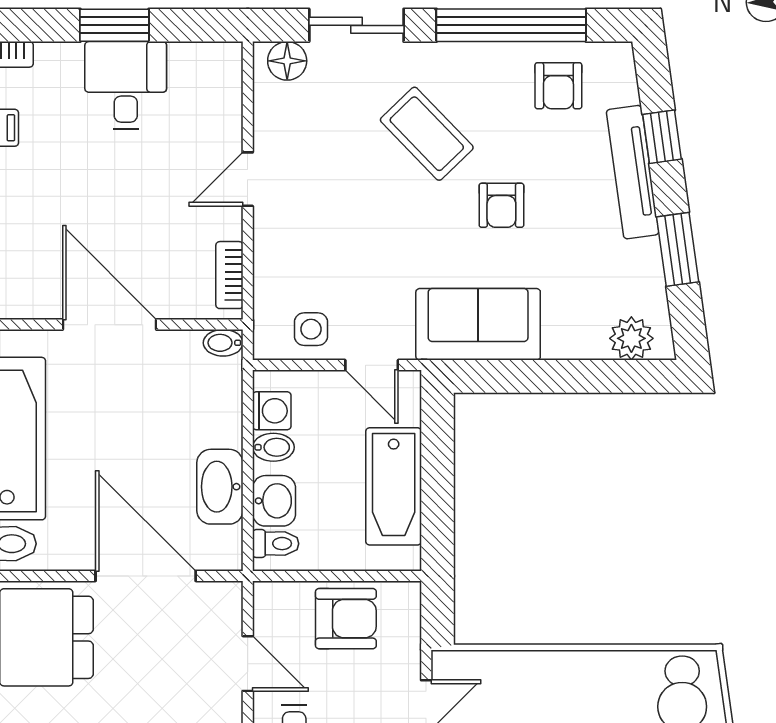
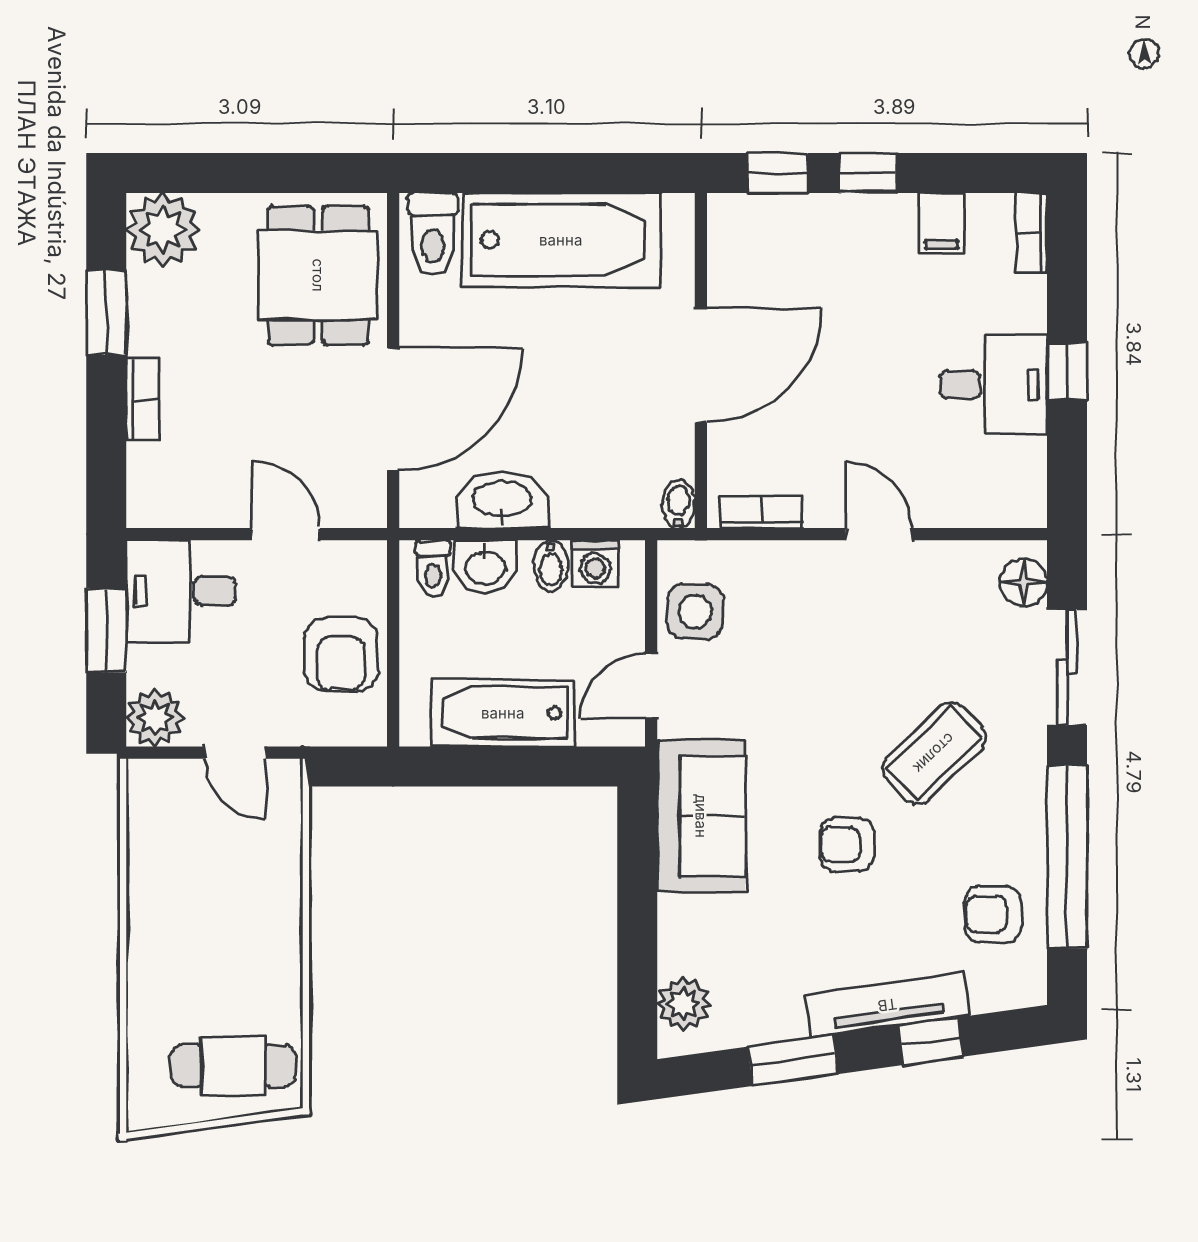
window: (114, 25) -> (1067, 371), width x0.67
side table: (311, 329) -> (695, 612), width x1.37, depth x1.37
door: (248, 664) -> (286, 534), swing flipped

